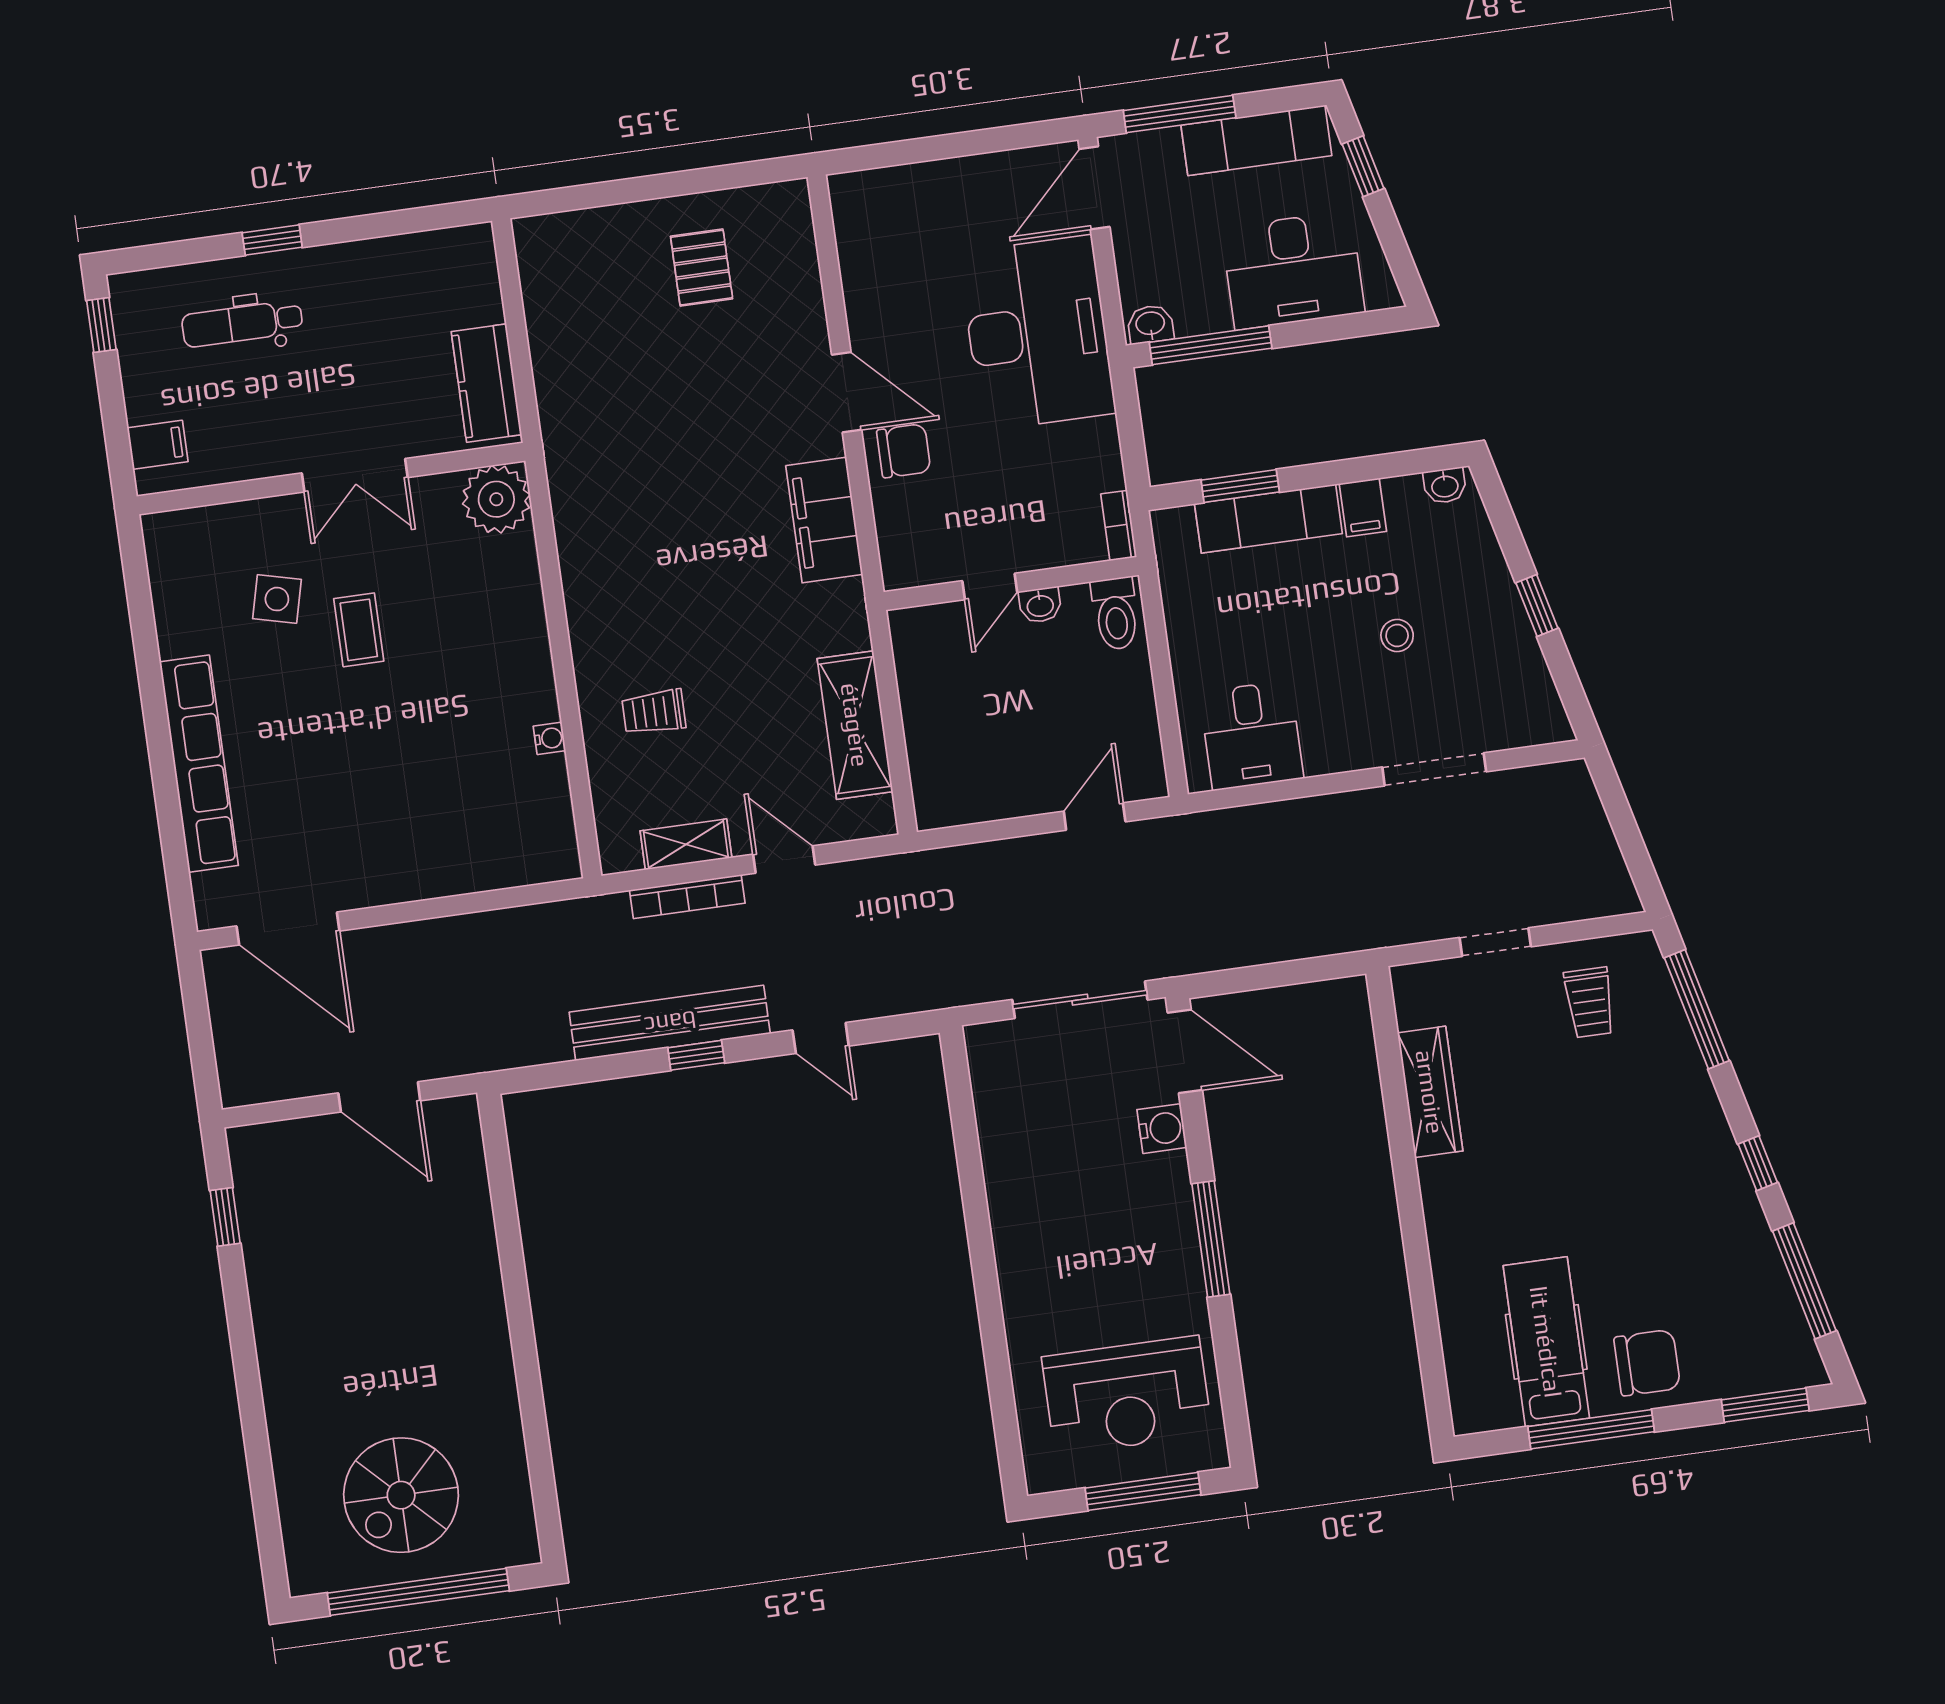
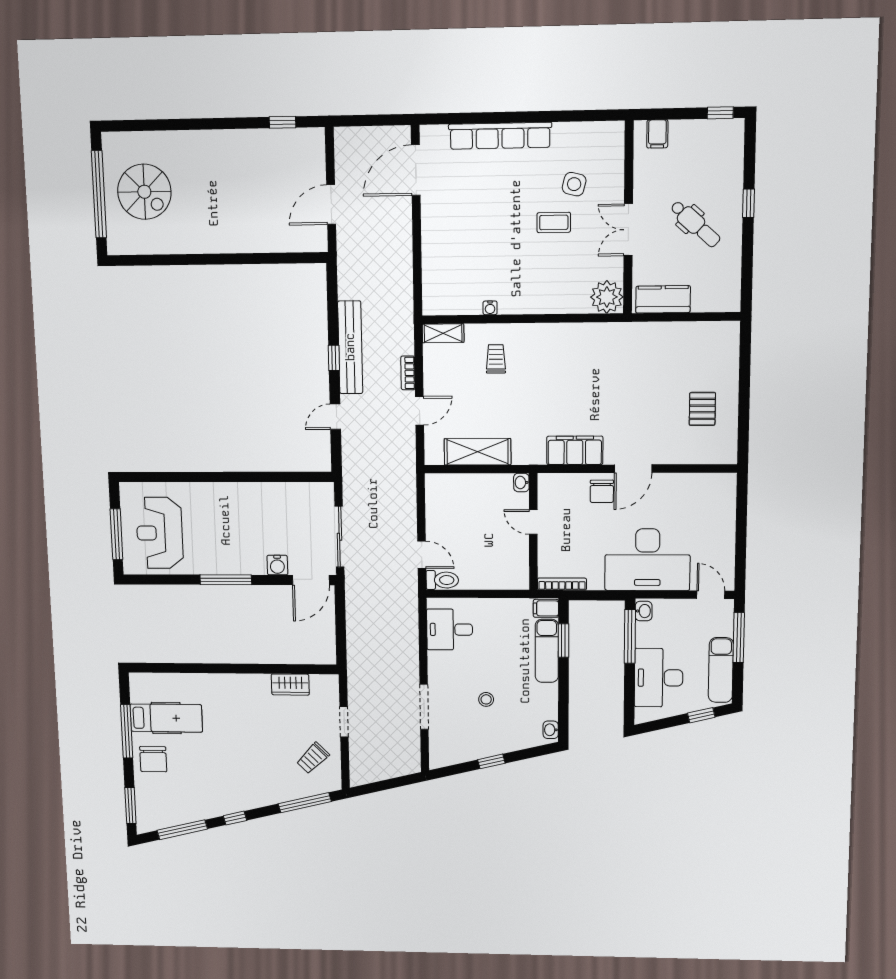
door: (1094, 188) -> (711, 595), width x0.73
pallet: (702, 268) -> (702, 409), turned 90
dental chair: (242, 323) -> (695, 224), moved, turned 132
filing cabinet: (1363, 508) -> (546, 608), moved
bookcase: (1119, 526) -> (562, 584), width x1.56
washbasin: (1040, 605) -> (521, 483), moved
toilet: (1115, 614) -> (442, 580), moved, turned 180
shelving: (686, 844) -> (443, 333), moved, turned 90
bookcase: (687, 897) -> (408, 373), width x0.64
trolley: (1589, 1002) -> (313, 758), turned -45
wardrobe: (1430, 1092) -> (290, 685), width x0.67
spiral stairs: (401, 1495) -> (144, 192), turned 180

